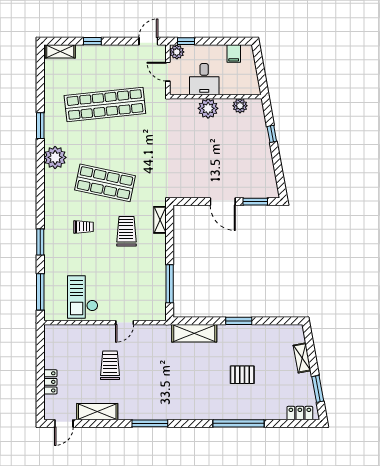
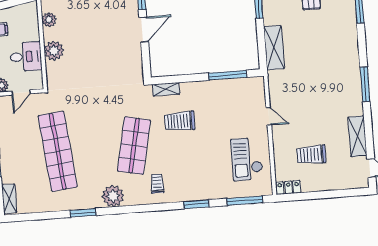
trolley: (83, 227) -> (157, 184), moved
checkout: (83, 297) -> (247, 159), turned 90
trolley: (110, 365) -> (311, 155), moved
locker: (50, 382) -> (288, 188), moved

